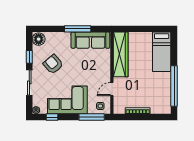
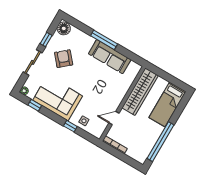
wardrobe: (121, 54) -> (140, 92), moved
wall: (112, 73) -> (122, 104), moved
door: (112, 89) -> (114, 118), moved
window: (92, 117) -> (70, 126), width x0.46

